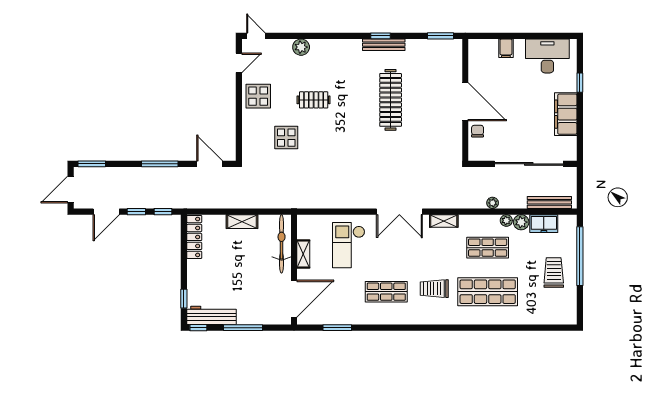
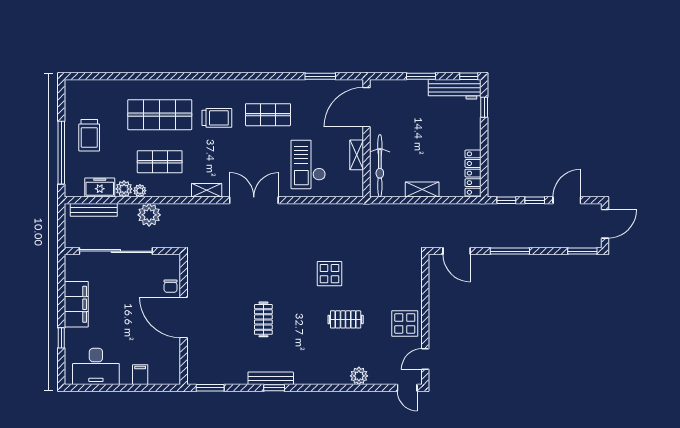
clothes rail: (391, 100) -> (263, 319), width x0.54, depth x0.76
display table: (286, 138) -> (330, 274), moved
plant: (493, 203) -> (149, 215), width x1.88, depth x1.88
checkout: (349, 245) -> (308, 164), turned 180
window: (243, 328) -> (421, 76), width x0.69

